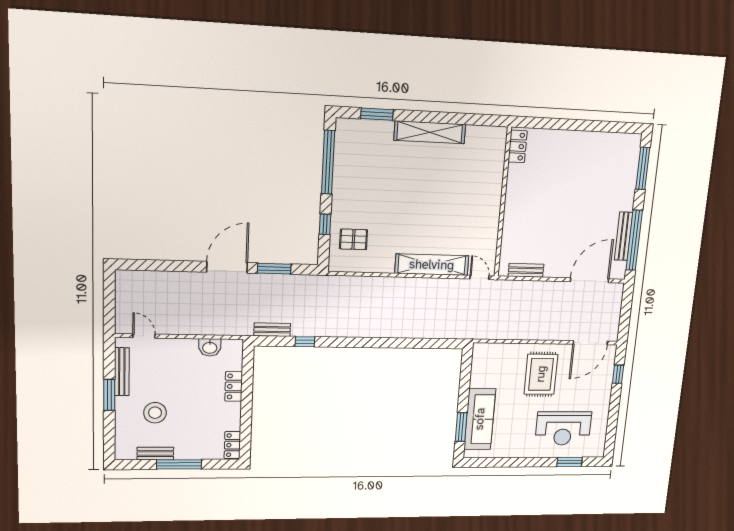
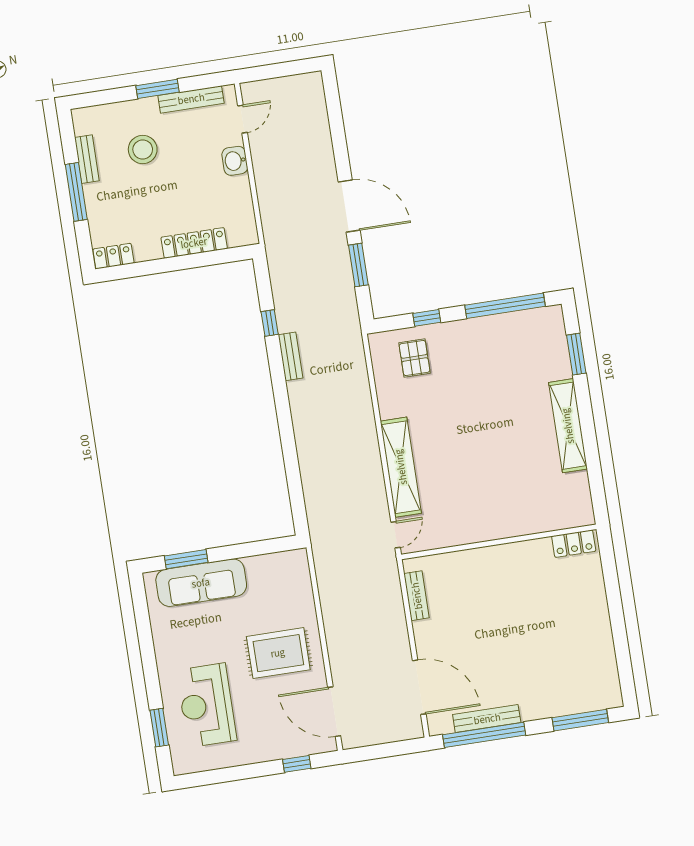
bench: (272, 330) -> (290, 356), moved
washbasin: (210, 347) -> (235, 161), moved
locker: (234, 386) -> (194, 243), width x1.53

